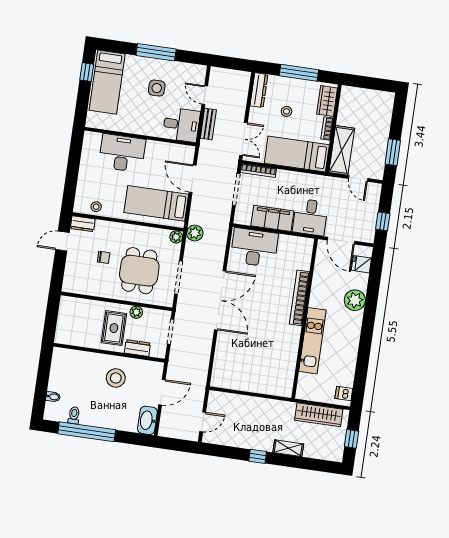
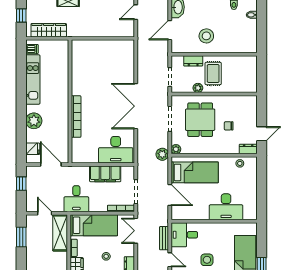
desk: (310, 217) -> (76, 199), moved, turned 180
kitchen unit: (312, 341) -> (33, 79), moved, turned 180

